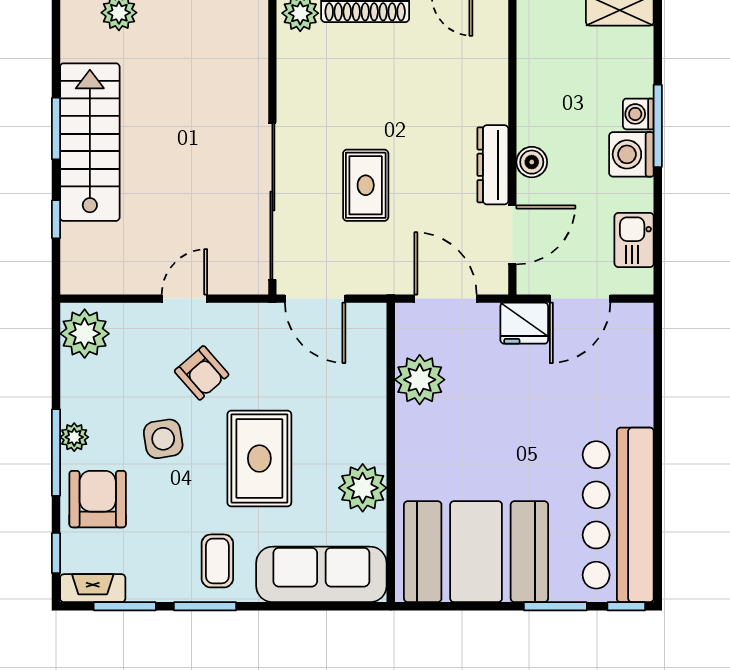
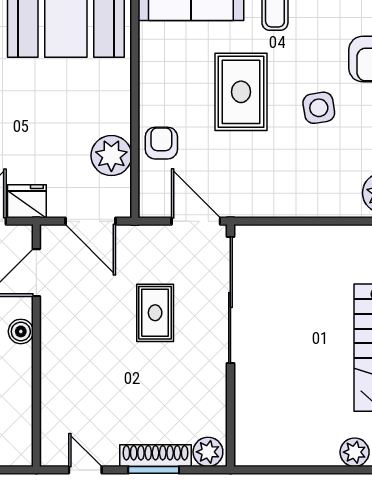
dresser: (493, 165) -> (52, 329), removed
door: (184, 299) -> (302, 221), removed
armchair: (202, 373) -> (161, 143), moved, turned 41
plant: (363, 488) -> (157, 68), removed

